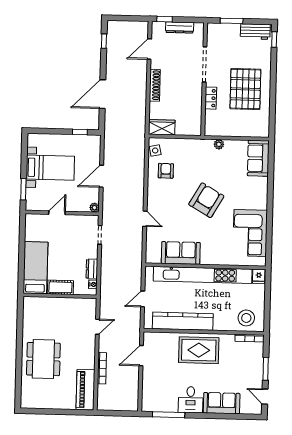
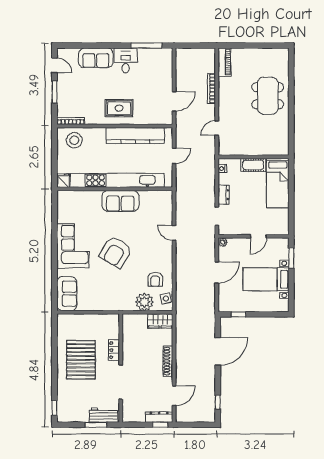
dresser: (180, 27) -> (159, 417), moved
workbench: (255, 32) -> (103, 415), moved
plant: (219, 144) -> (144, 302), moved, width x1.88, depth x1.88
corner sofa: (250, 233) -> (73, 246), moved
sofa: (181, 253) -> (120, 201), moved
dresser: (92, 269) -> (224, 195), moved
rug: (199, 350) -> (119, 108), width x0.73, depth x0.70
piano: (86, 390) -> (225, 62), width x0.73, depth x0.75

